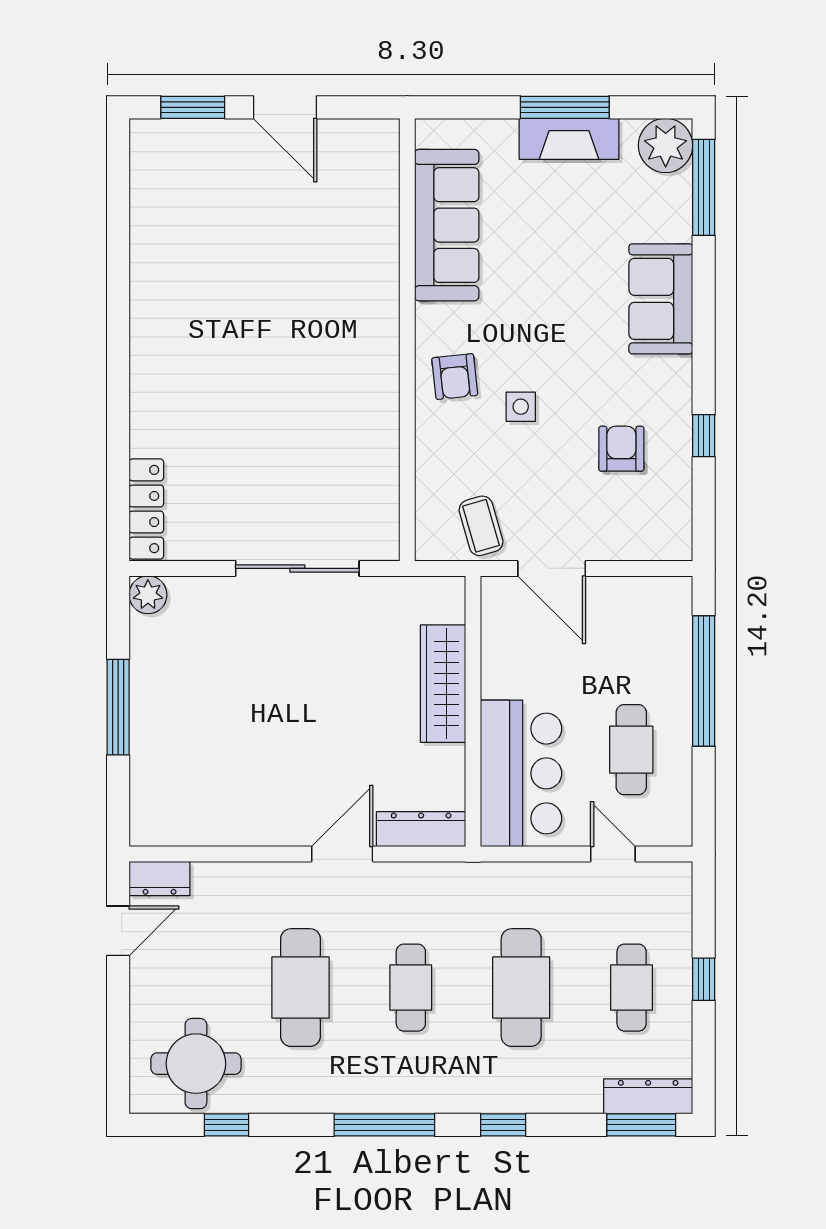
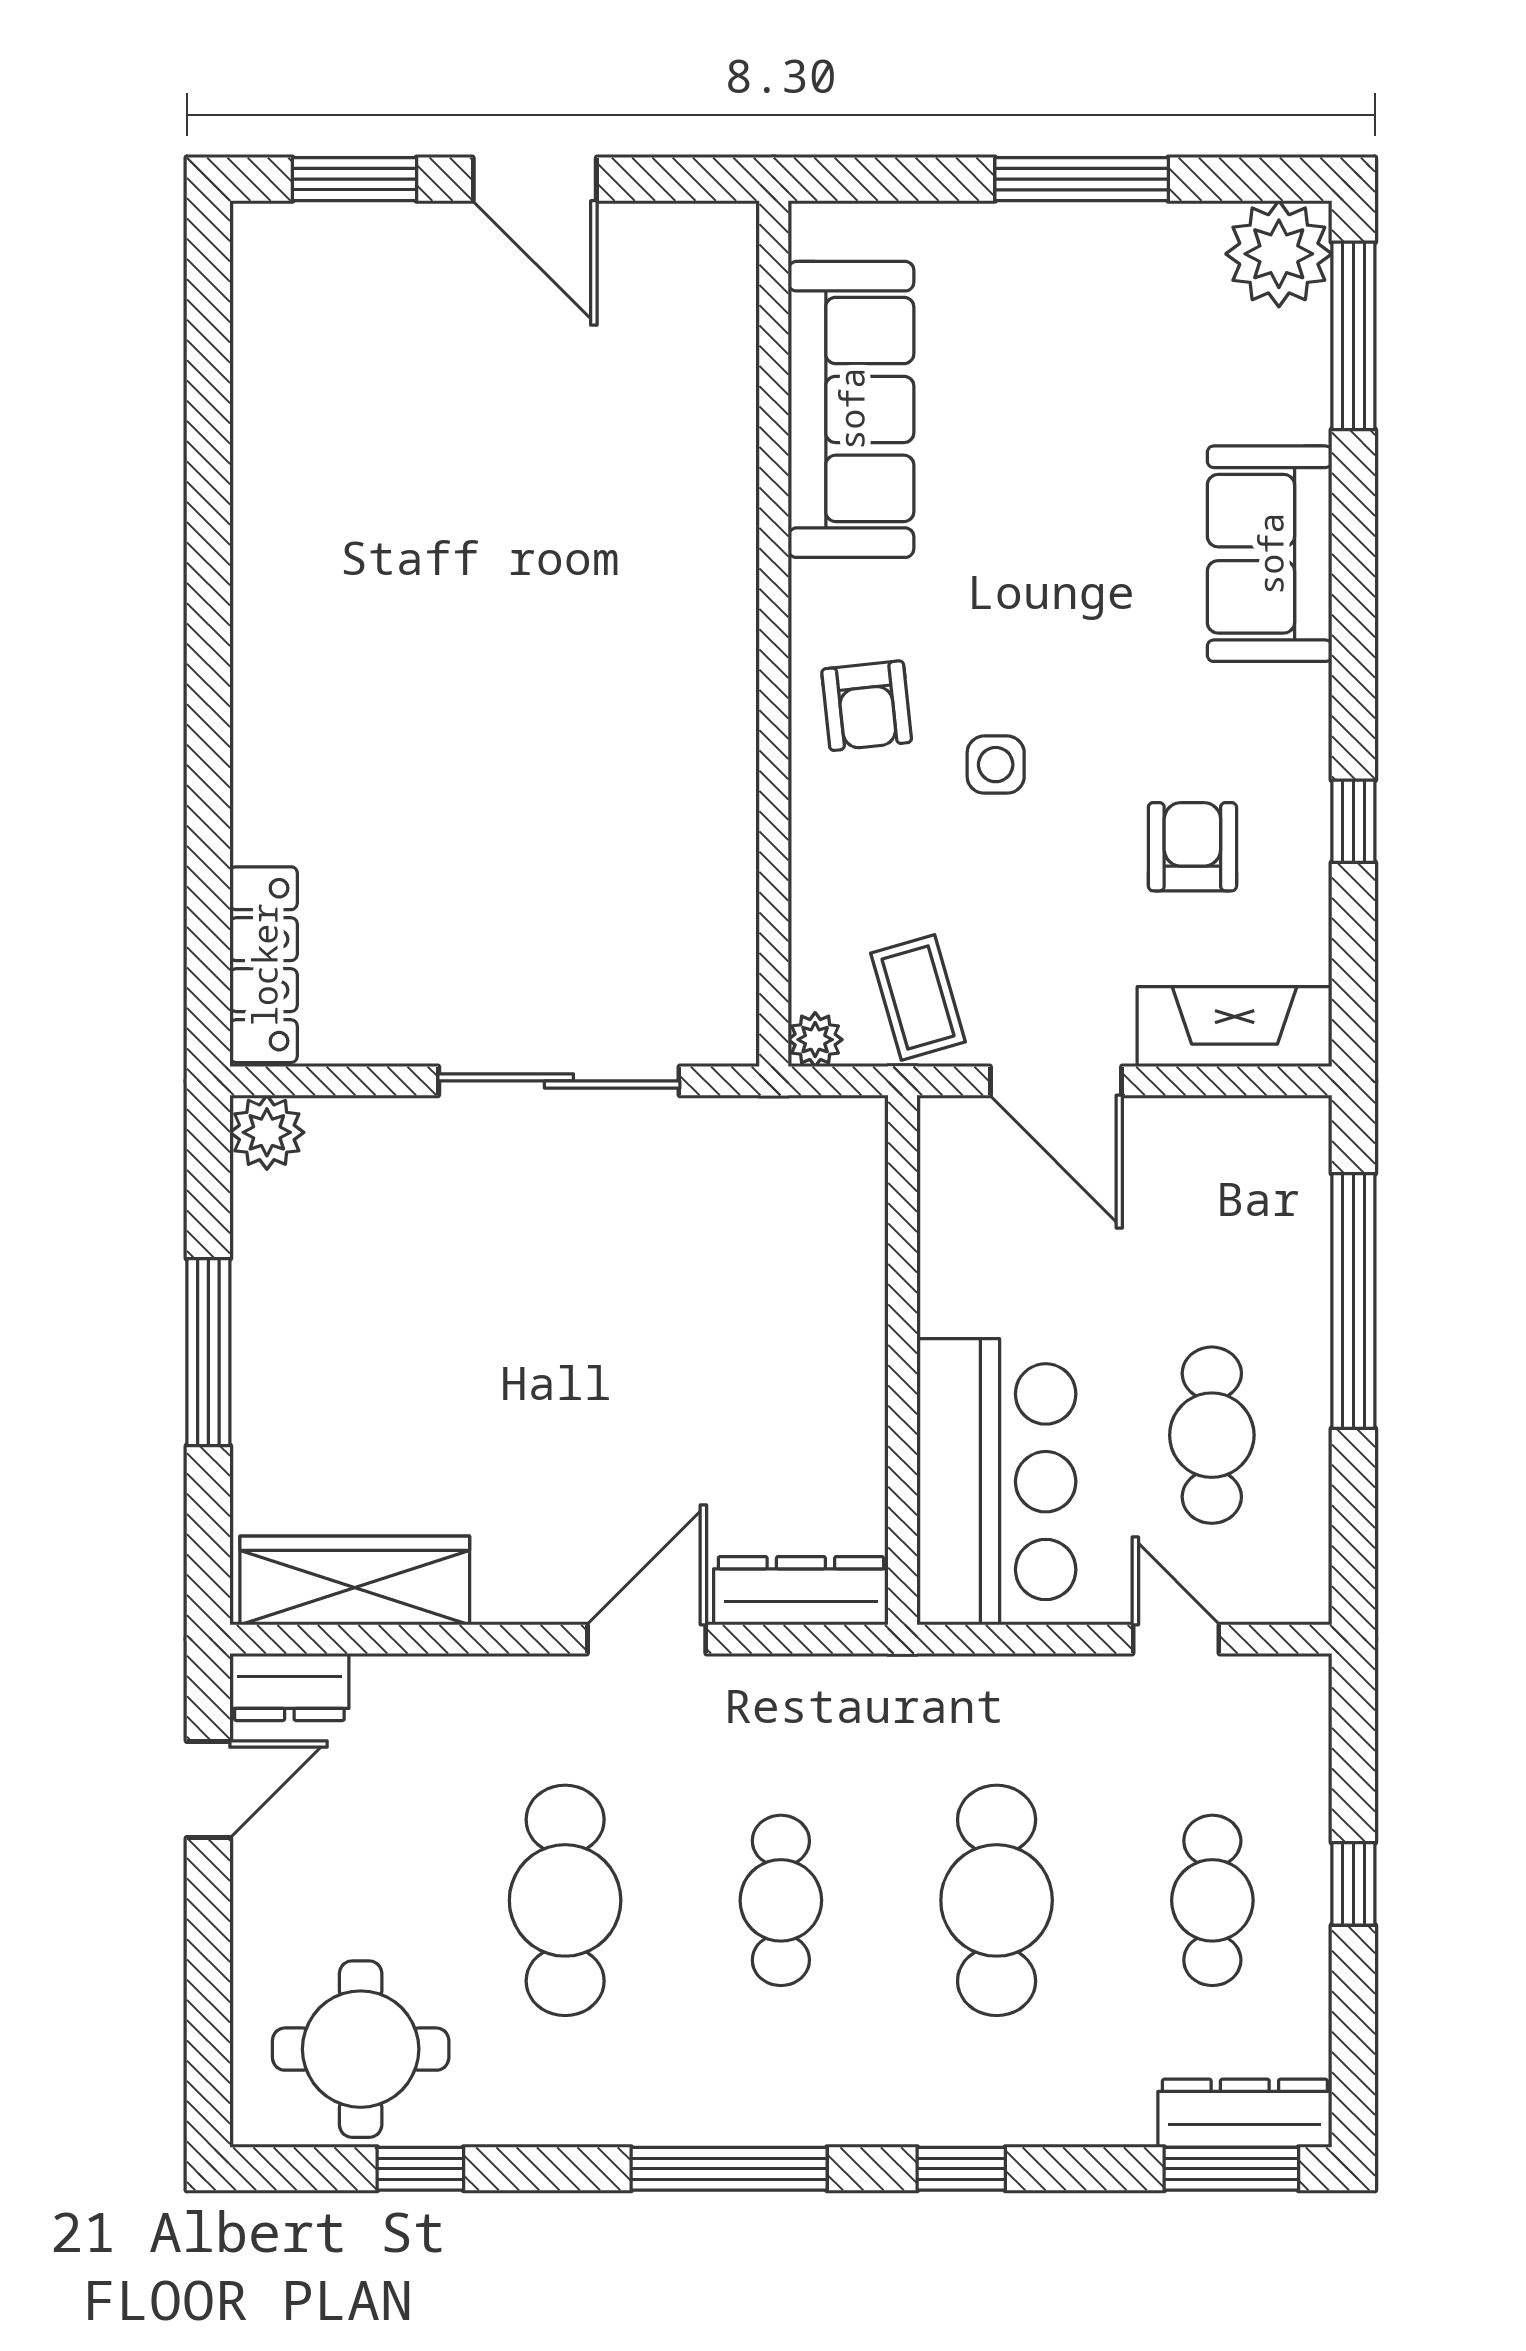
fireplace: (569, 139) -> (1235, 1027), moved, turned 180
plant: (428, 547) -> (815, 1040), added
wardrobe: (443, 684) -> (355, 1580), moved, turned 90

